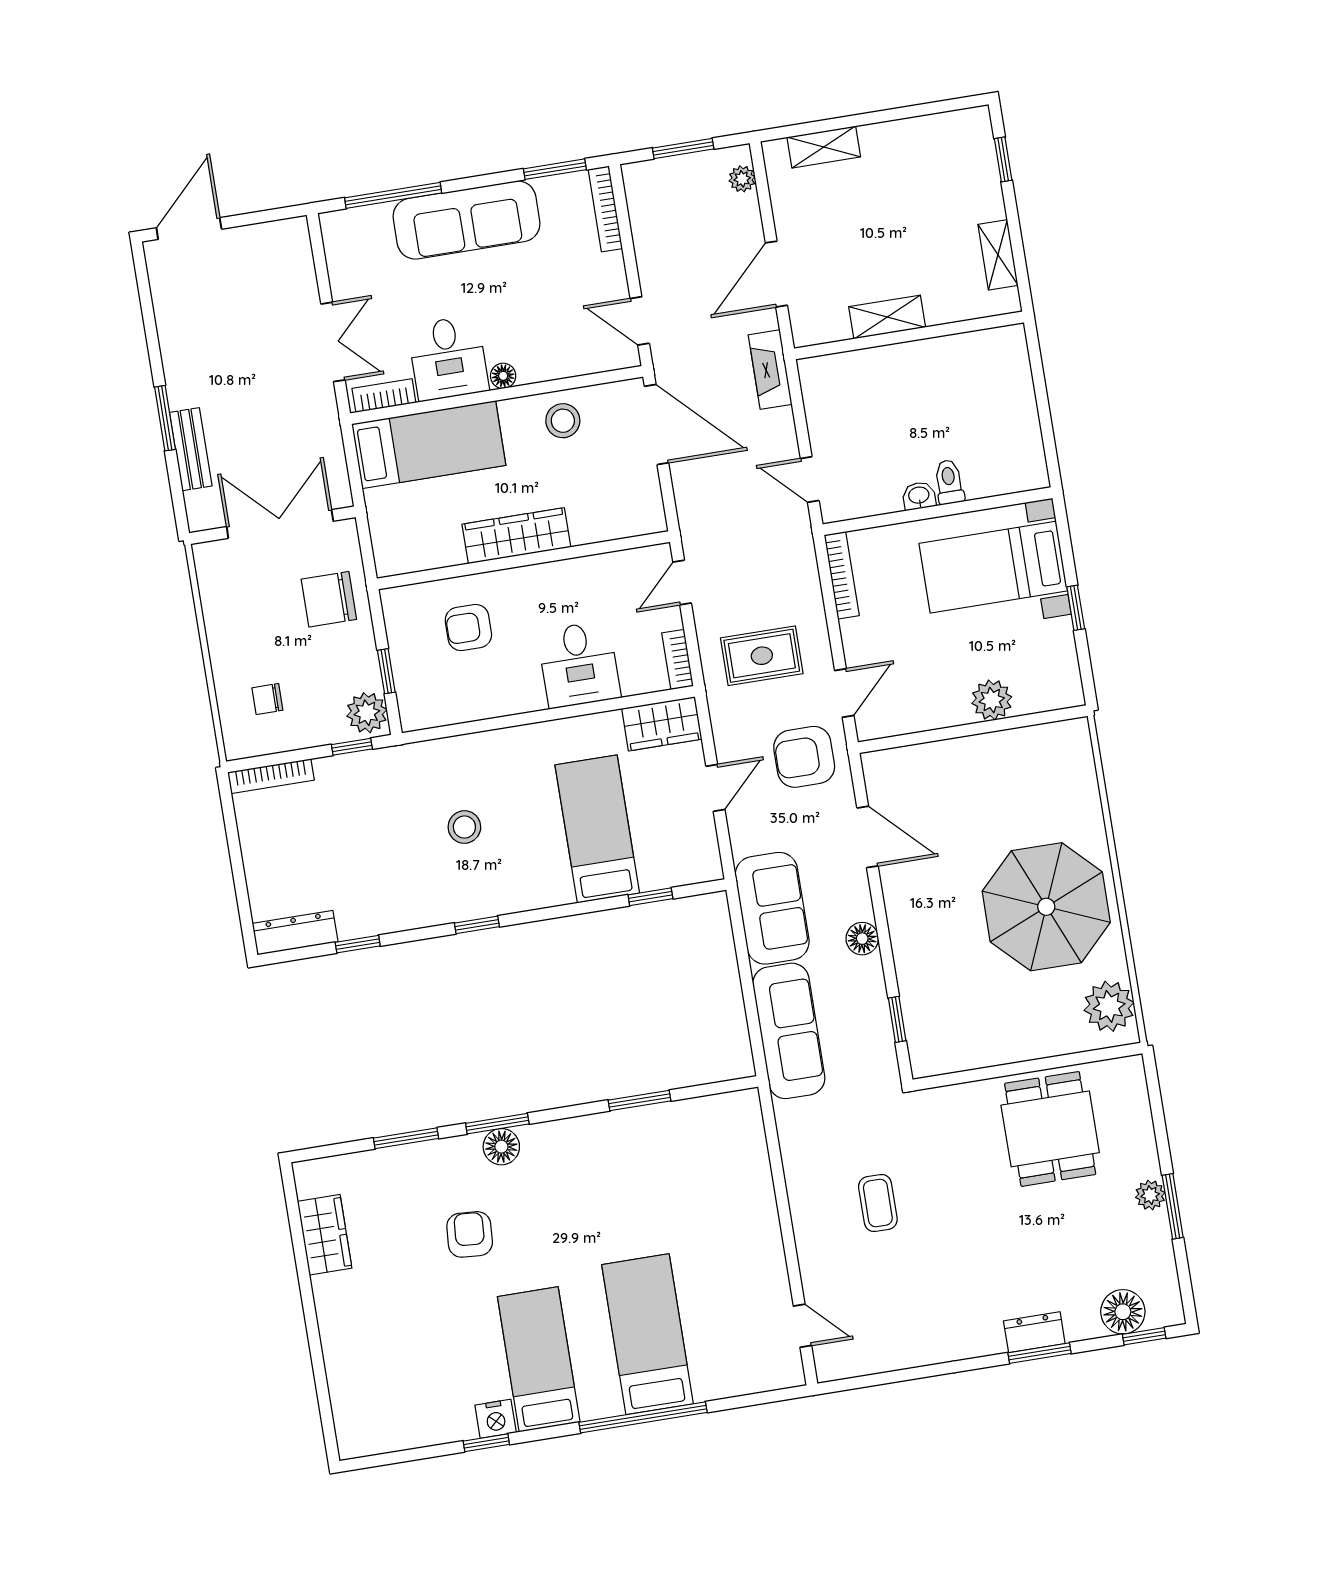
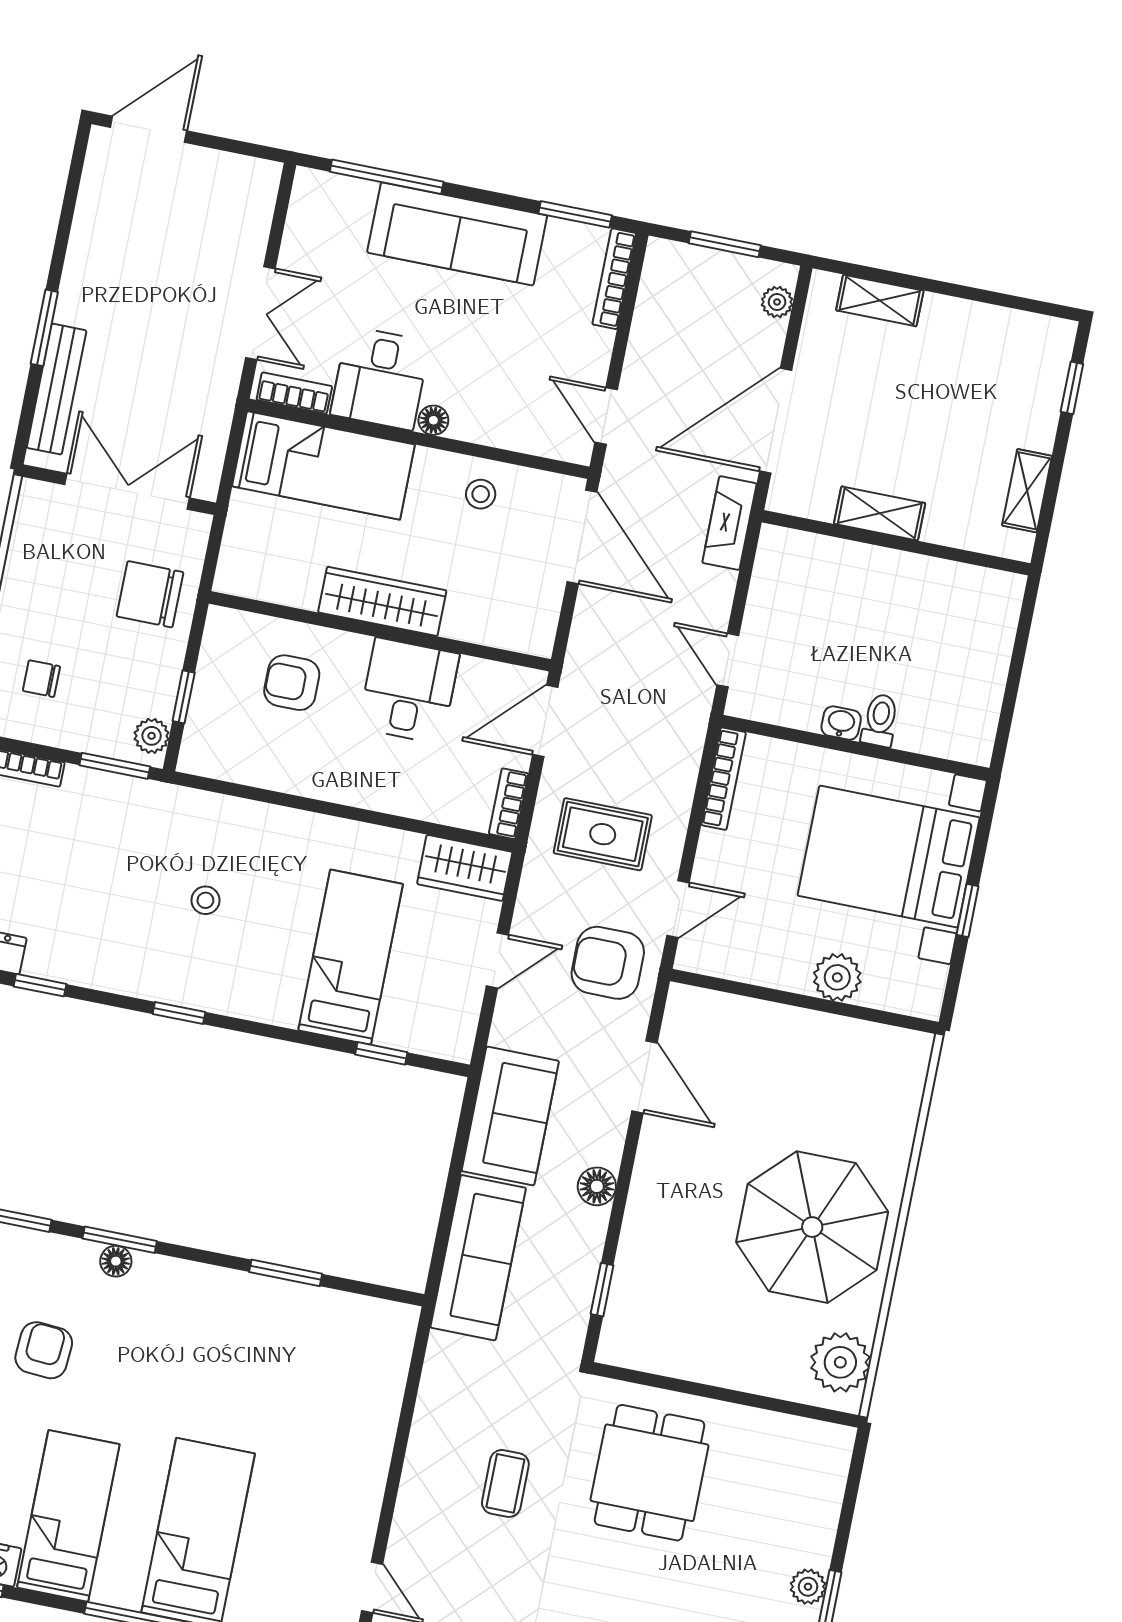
door: (776, 274) -> (776, 421), width x1.36
stool: (563, 421) -> (481, 494), width x0.73, depth x0.73
bench: (191, 449) -> (57, 389), width x1.36
bed with nightstands: (993, 567) -> (889, 856), width x1.36
door: (682, 583) -> (545, 721), width x1.38
desk: (579, 664) -> (409, 691), moved, turned 180
plant: (367, 713) -> (152, 736), width x0.73, depth x0.73
window: (352, 747) -> (115, 766), width x1.50
stool: (464, 827) -> (205, 900), width x0.73, depth x0.73
dining table: (1050, 1129) -> (649, 1473), moved
floor lamp: (501, 1147) -> (116, 1261), width x0.73, depth x0.73

